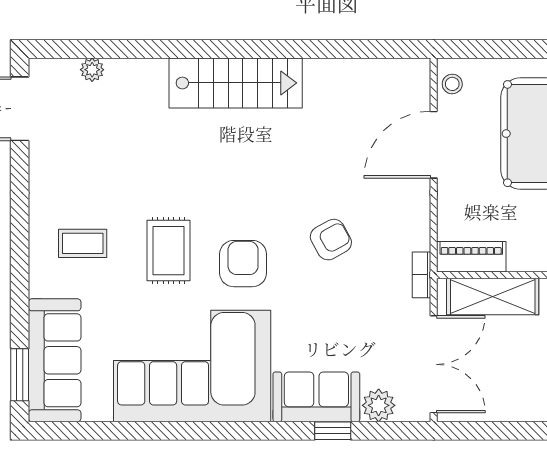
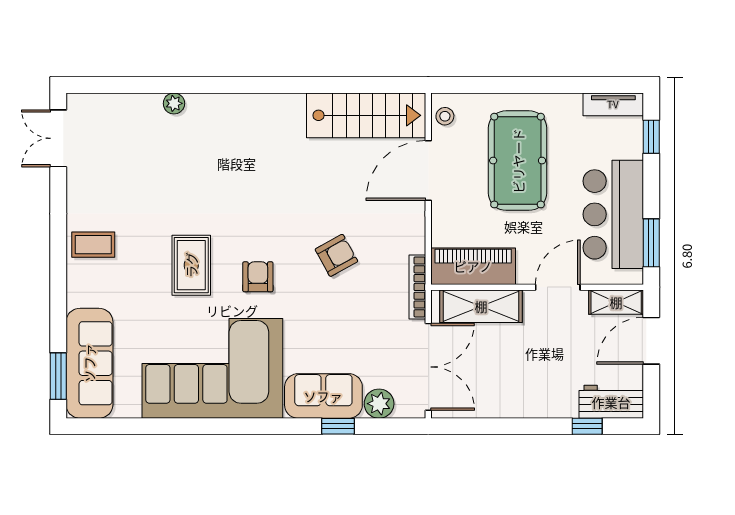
plant: (92, 70) -> (174, 103), moved
stairs: (236, 83) -> (366, 115), moved
coffee table: (83, 243) -> (93, 245), moved
piano: (471, 257) -> (473, 266), width x1.37, depth x1.33
armchair: (243, 264) -> (258, 277), width x0.72, depth x0.72
bookcase: (421, 275) -> (417, 287), width x1.56

